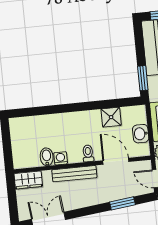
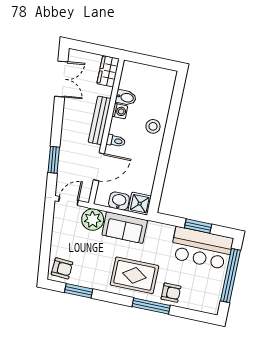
window: (143, 78) -> (198, 226), moved
shower: (111, 117) -> (140, 204), moved
stool: (65, 124) -> (153, 126), added

